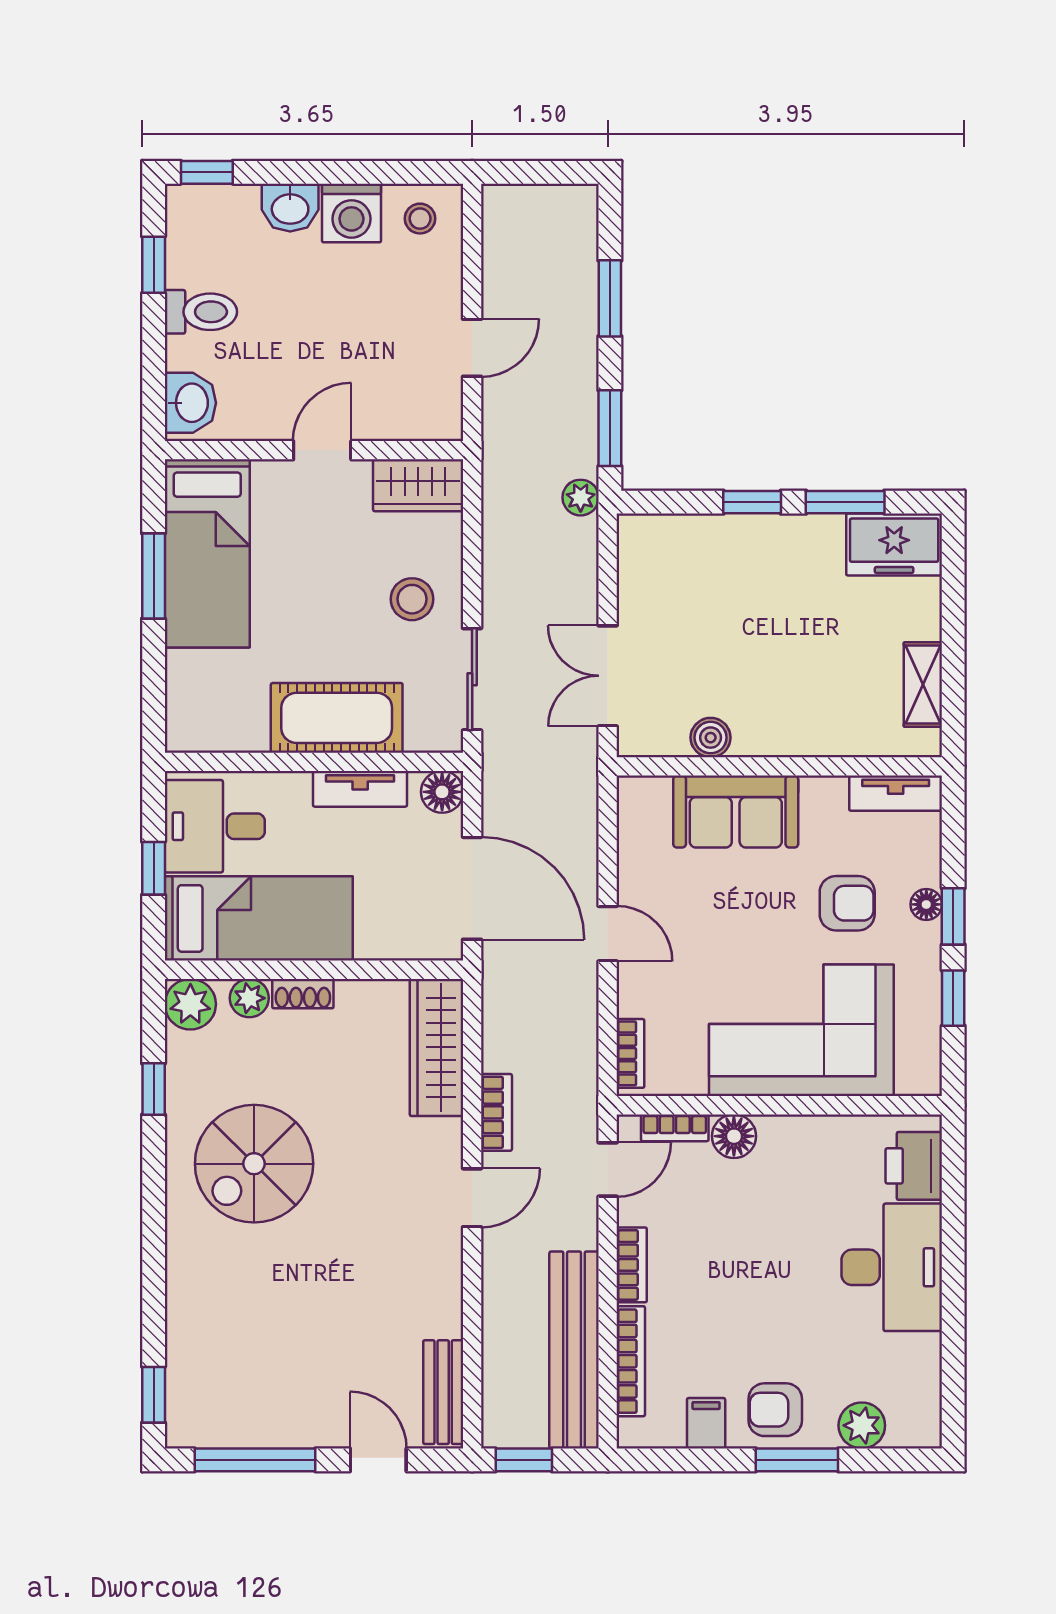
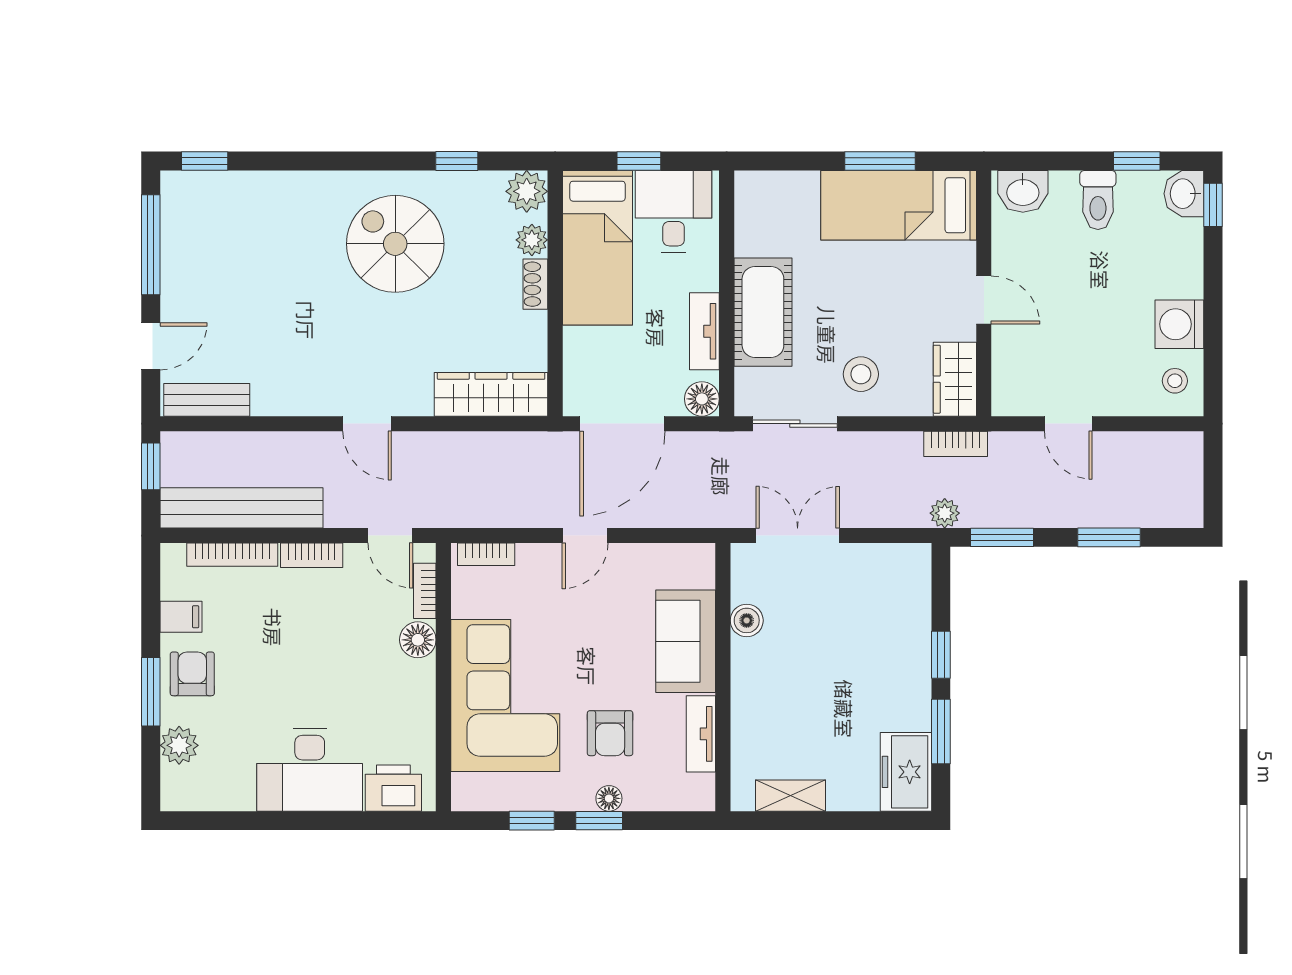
washbasin: (290, 208) -> (1184, 194), moved
tv unit: (896, 793) -> (701, 734), moved
bookcase: (496, 1112) -> (956, 444), moved

